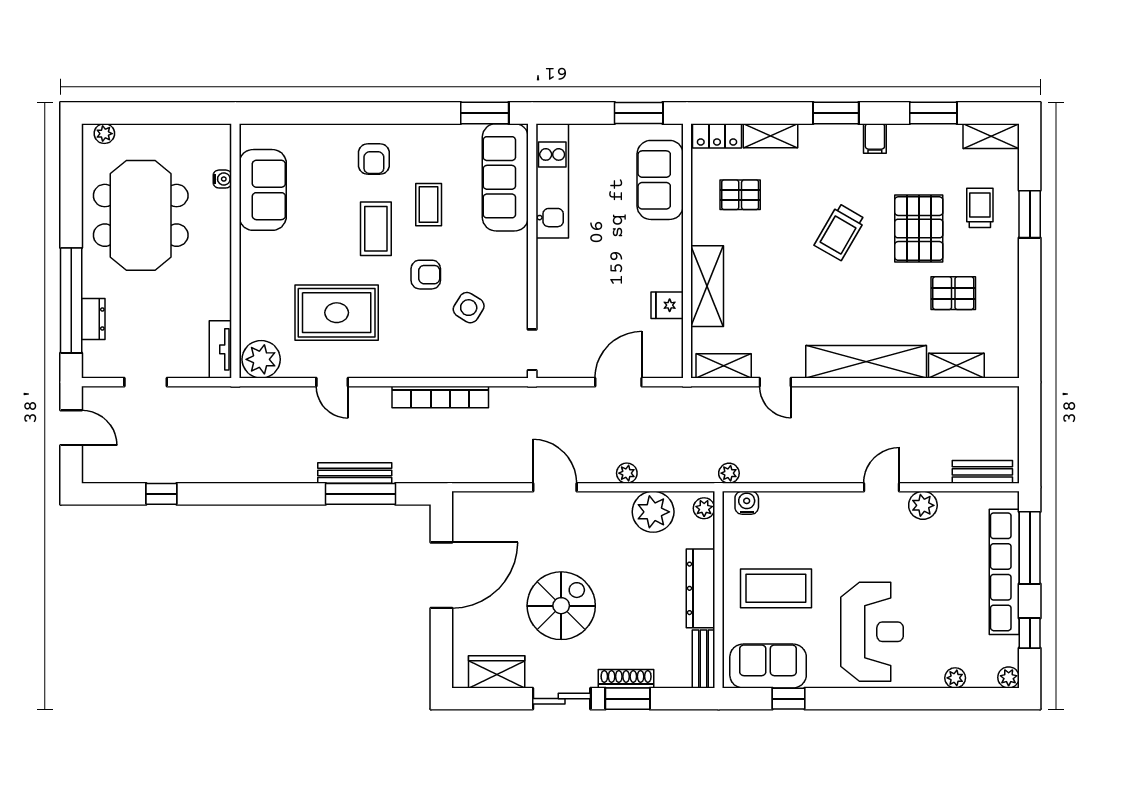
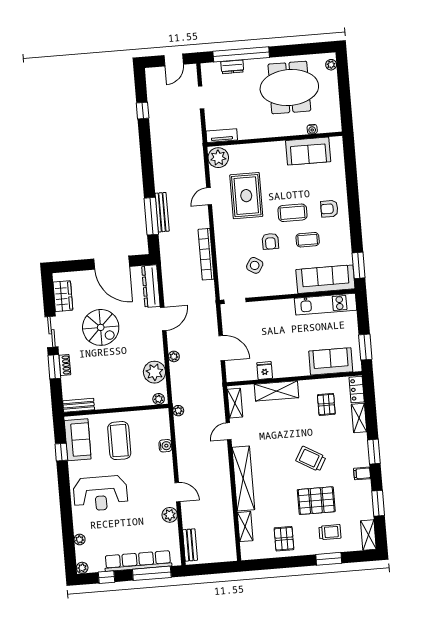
pallet: (953, 293) -> (284, 539), moved
water cooler: (747, 503) -> (165, 446), moved
dresser: (700, 588) -> (151, 286), moved, turned -90
shoe rack: (626, 679) -> (65, 365), width x0.70

